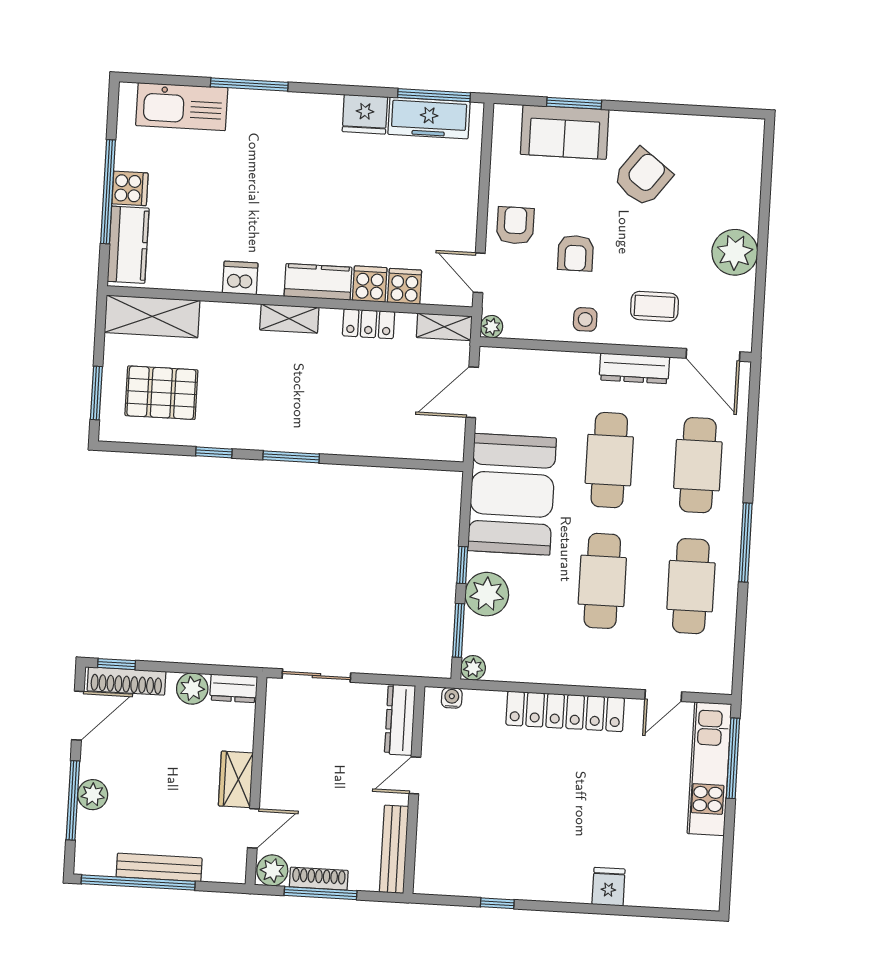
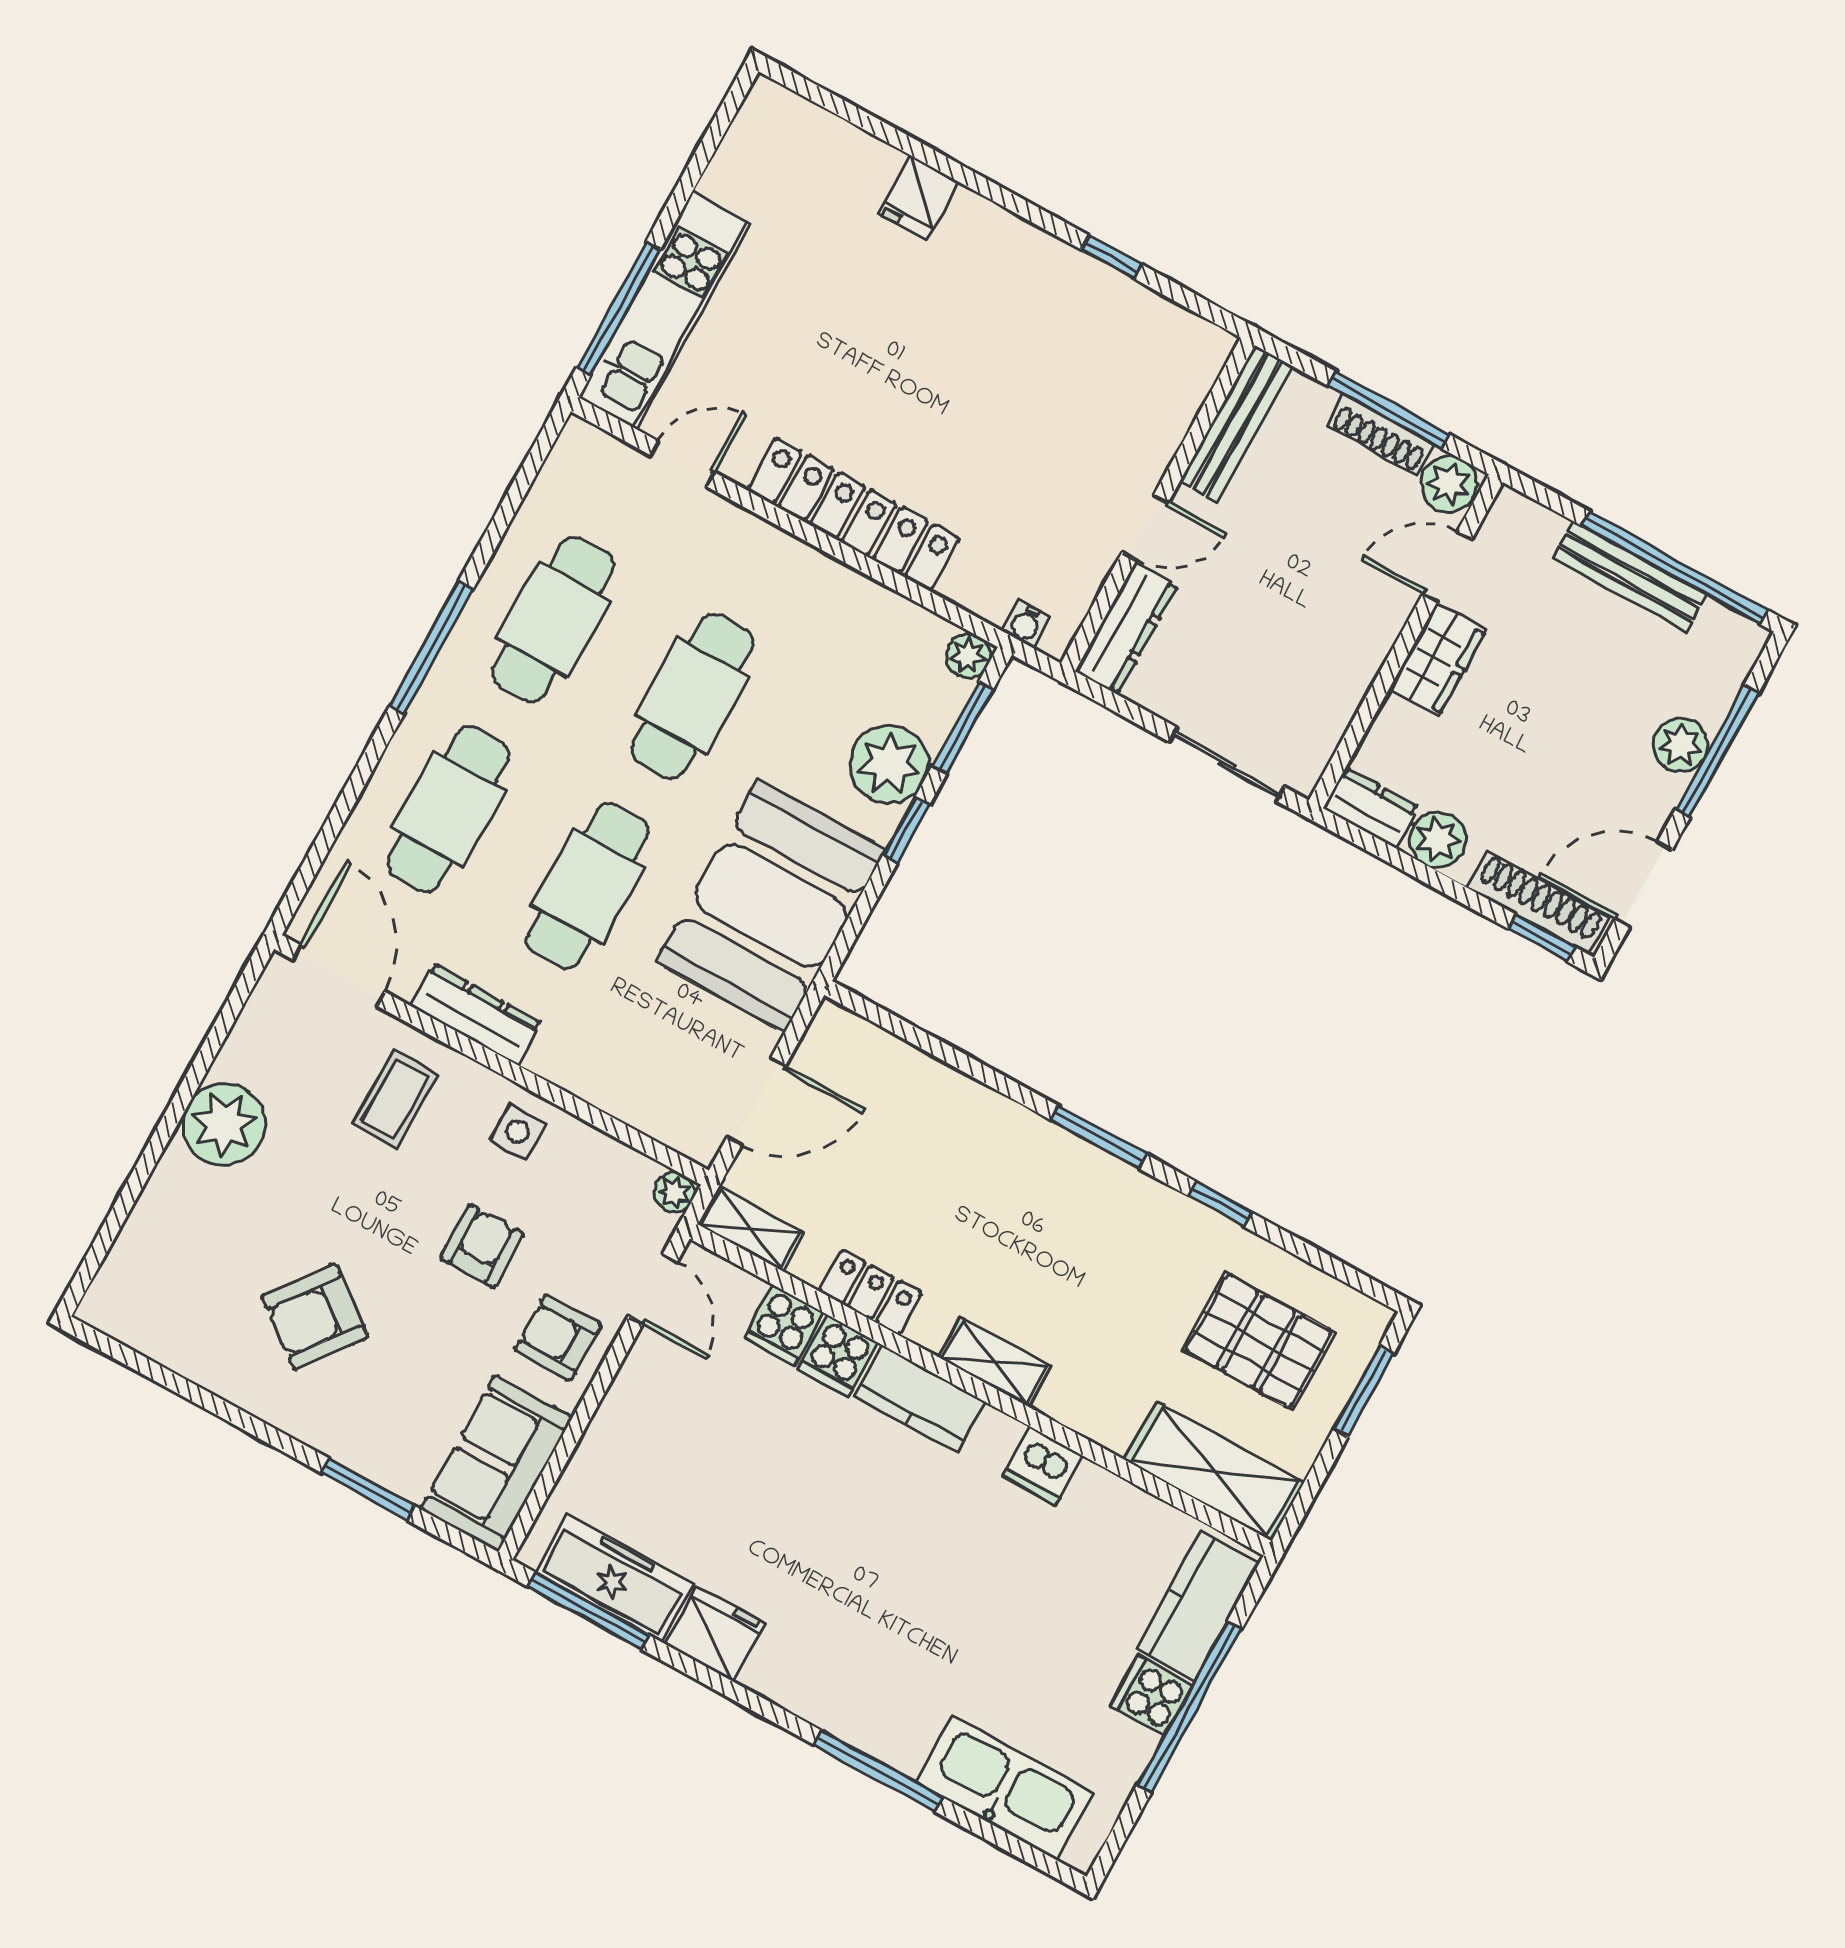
sofa: (565, 132) -> (497, 1463), moved, turned -90
armchair: (515, 225) -> (558, 1337), turned 90
coffee table: (655, 306) -> (395, 1099), turned 90

